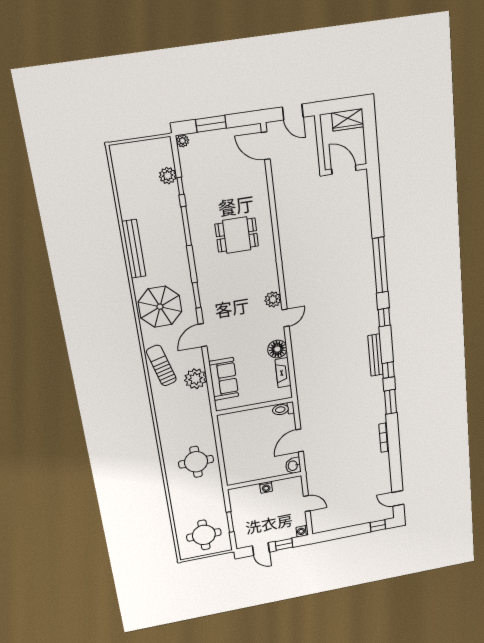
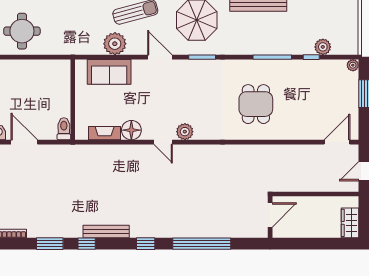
wall: (346, 169) -> (270, 217), moved
door: (344, 170) -> (270, 215), moved

